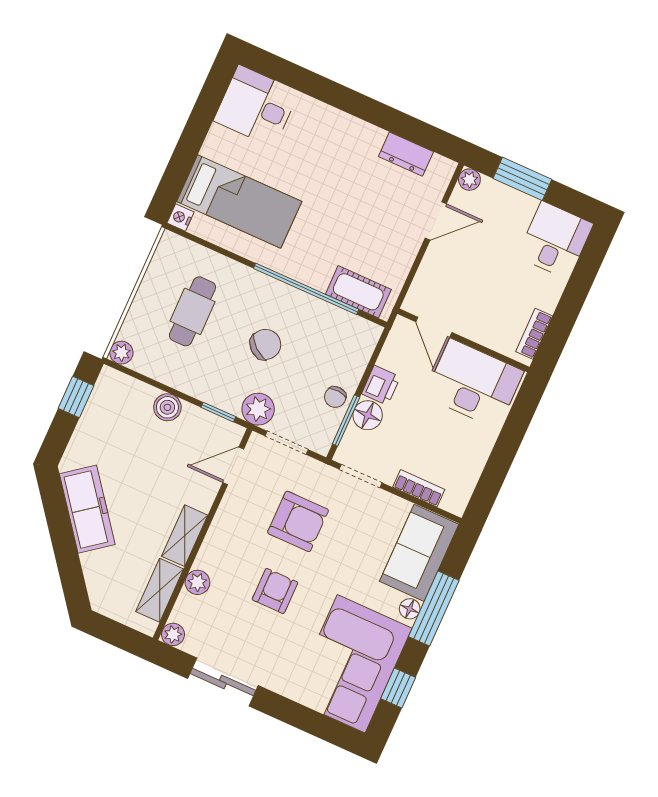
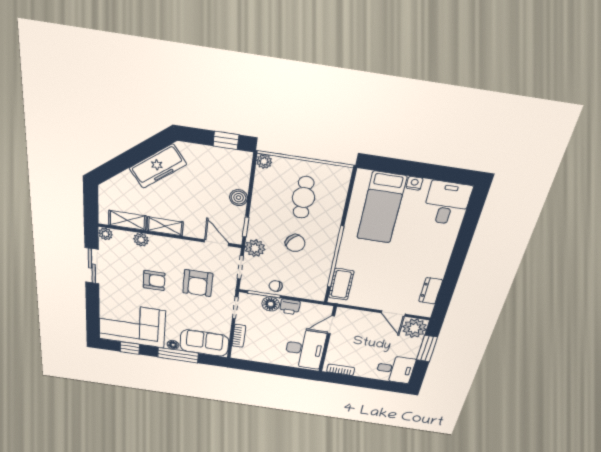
plant: (469, 180) -> (414, 328), width x1.87, depth x1.87
nightstand: (180, 218) -> (414, 183), moved
cafe table: (192, 311) -> (304, 197), turned 90

